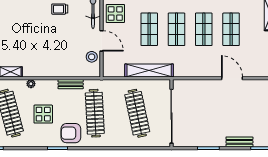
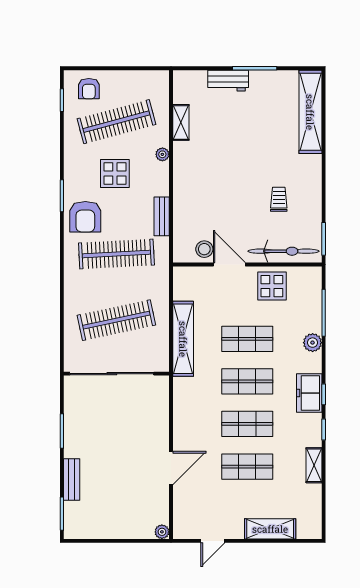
door: (102, 41) -> (229, 265), swing flipped
armchair: (71, 133) -> (85, 217), turned 180

